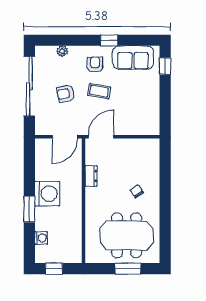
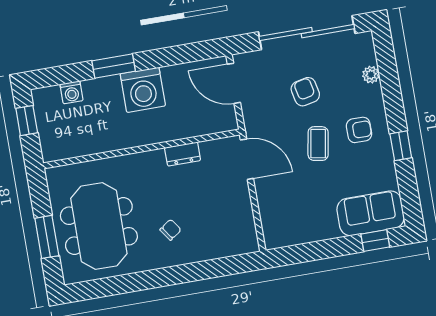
sofa: (133, 58) -> (371, 213), moved, turned 90
door: (65, 137) -> (234, 83), moved

